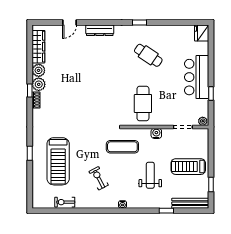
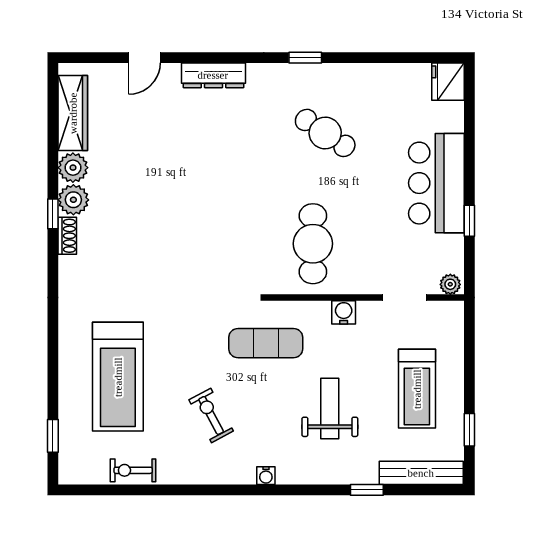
window: (30, 153) -> (53, 436), moved
treadmill: (188, 167) -> (417, 389), turned -90

